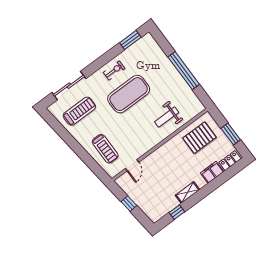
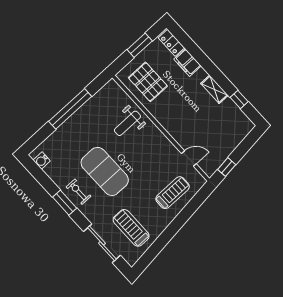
window: (130, 40) -> (65, 203), moved
water cooler: (143, 42) -> (42, 161), added
weight bench: (167, 117) -> (127, 123), turned 90
window: (129, 204) -> (227, 167), moved

